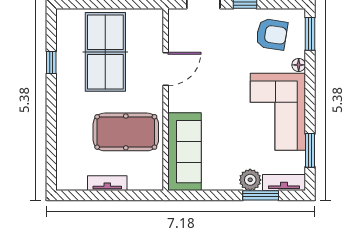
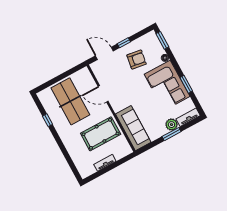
armchair: (272, 34) -> (137, 60), moved
door: (166, 69) -> (103, 94), swing flipped
window: (310, 150) -> (186, 84), moved
window: (261, 195) -> (172, 134), moved

